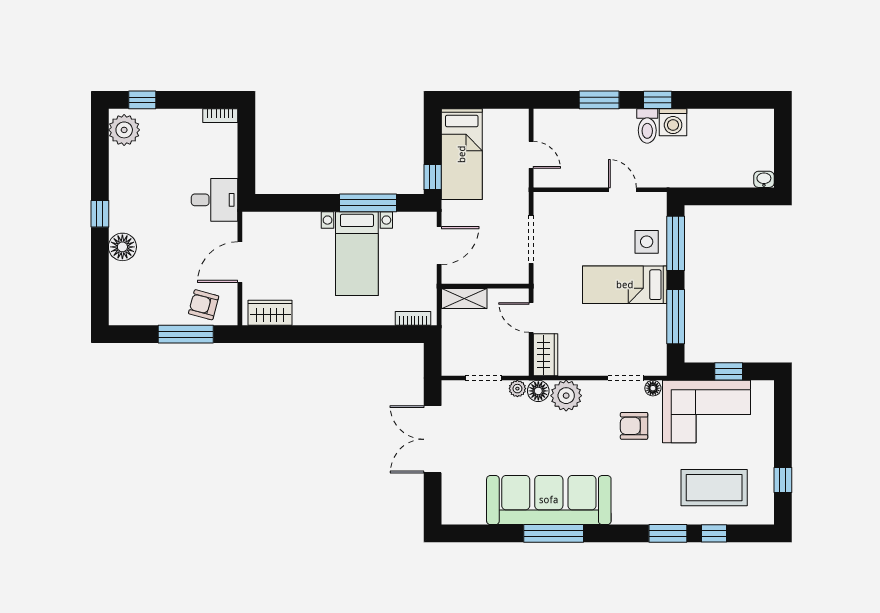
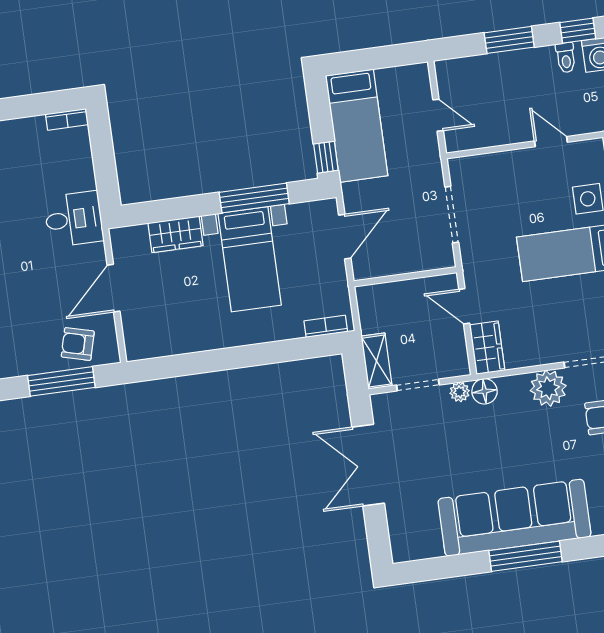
toilet: (647, 126) -> (566, 58), width x0.73, depth x0.72
shelving: (464, 298) -> (377, 361), moved, turned 90
wardrobe: (270, 313) -> (176, 234), moved, turned 180
plant: (566, 396) -> (548, 388), moved

